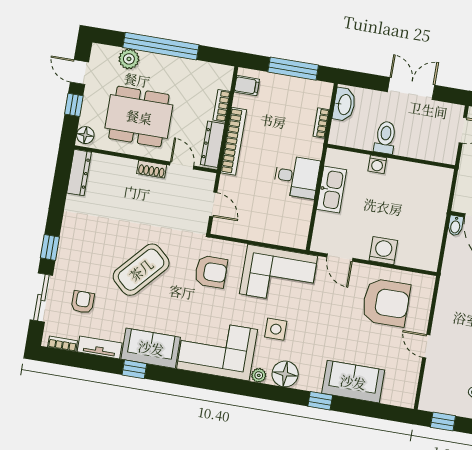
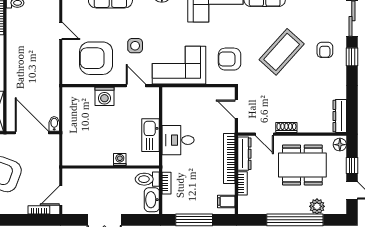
toilet: (385, 137) -> (147, 179), moved, turned 90
armchair: (83, 302) -> (325, 50), moved
side table: (276, 329) -> (135, 46), moved

